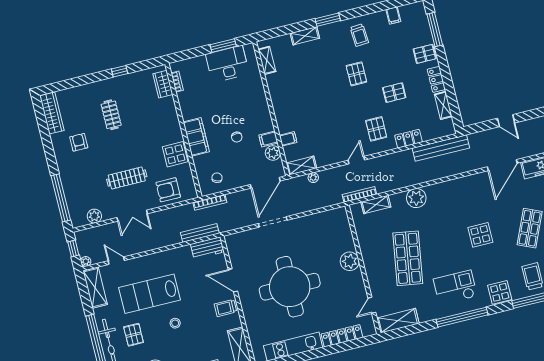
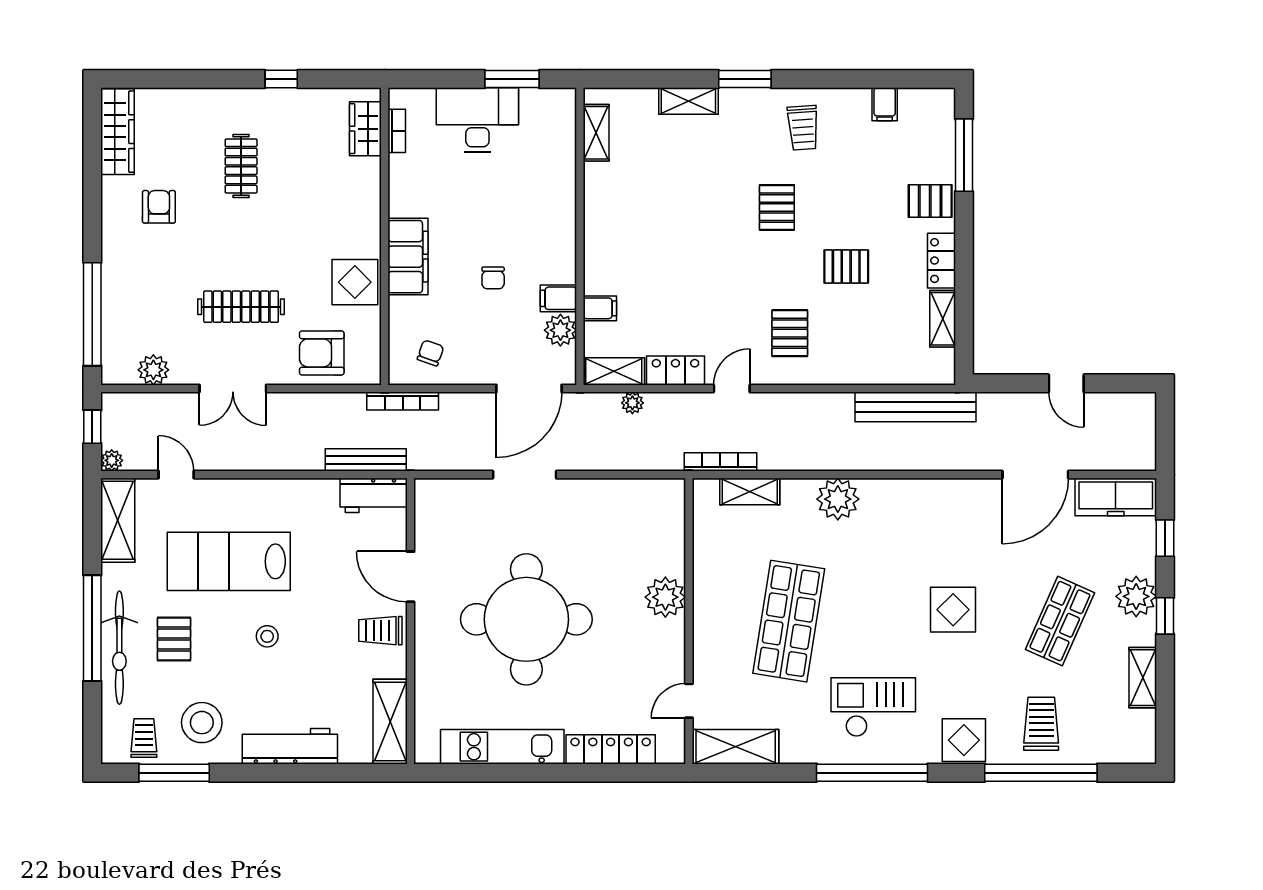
desk: (227, 64) -> (477, 120), moved
locker: (408, 139) -> (675, 370), moved

